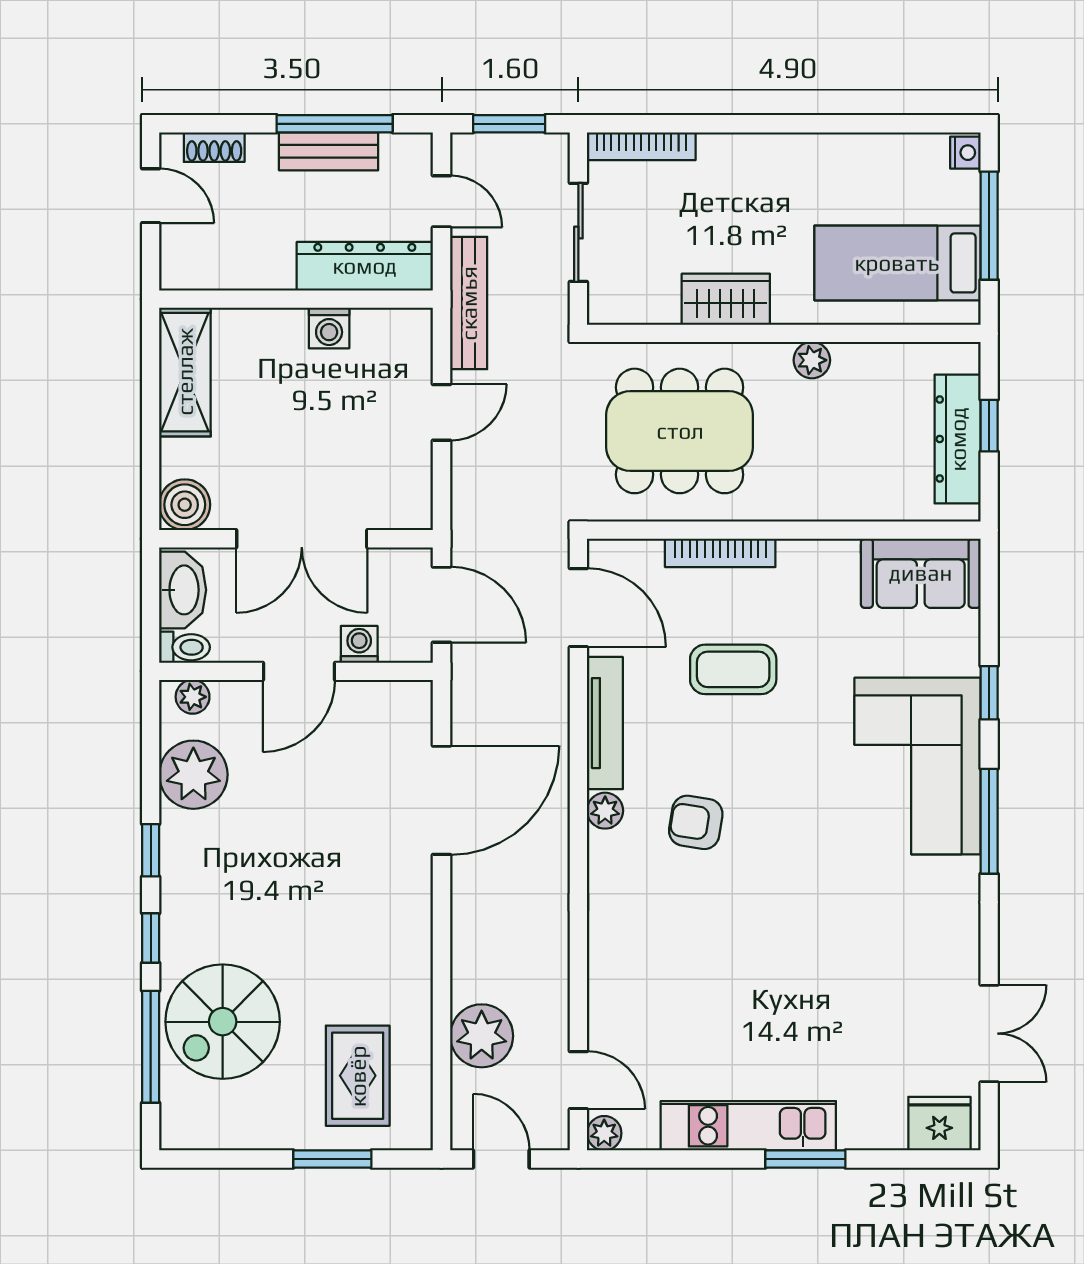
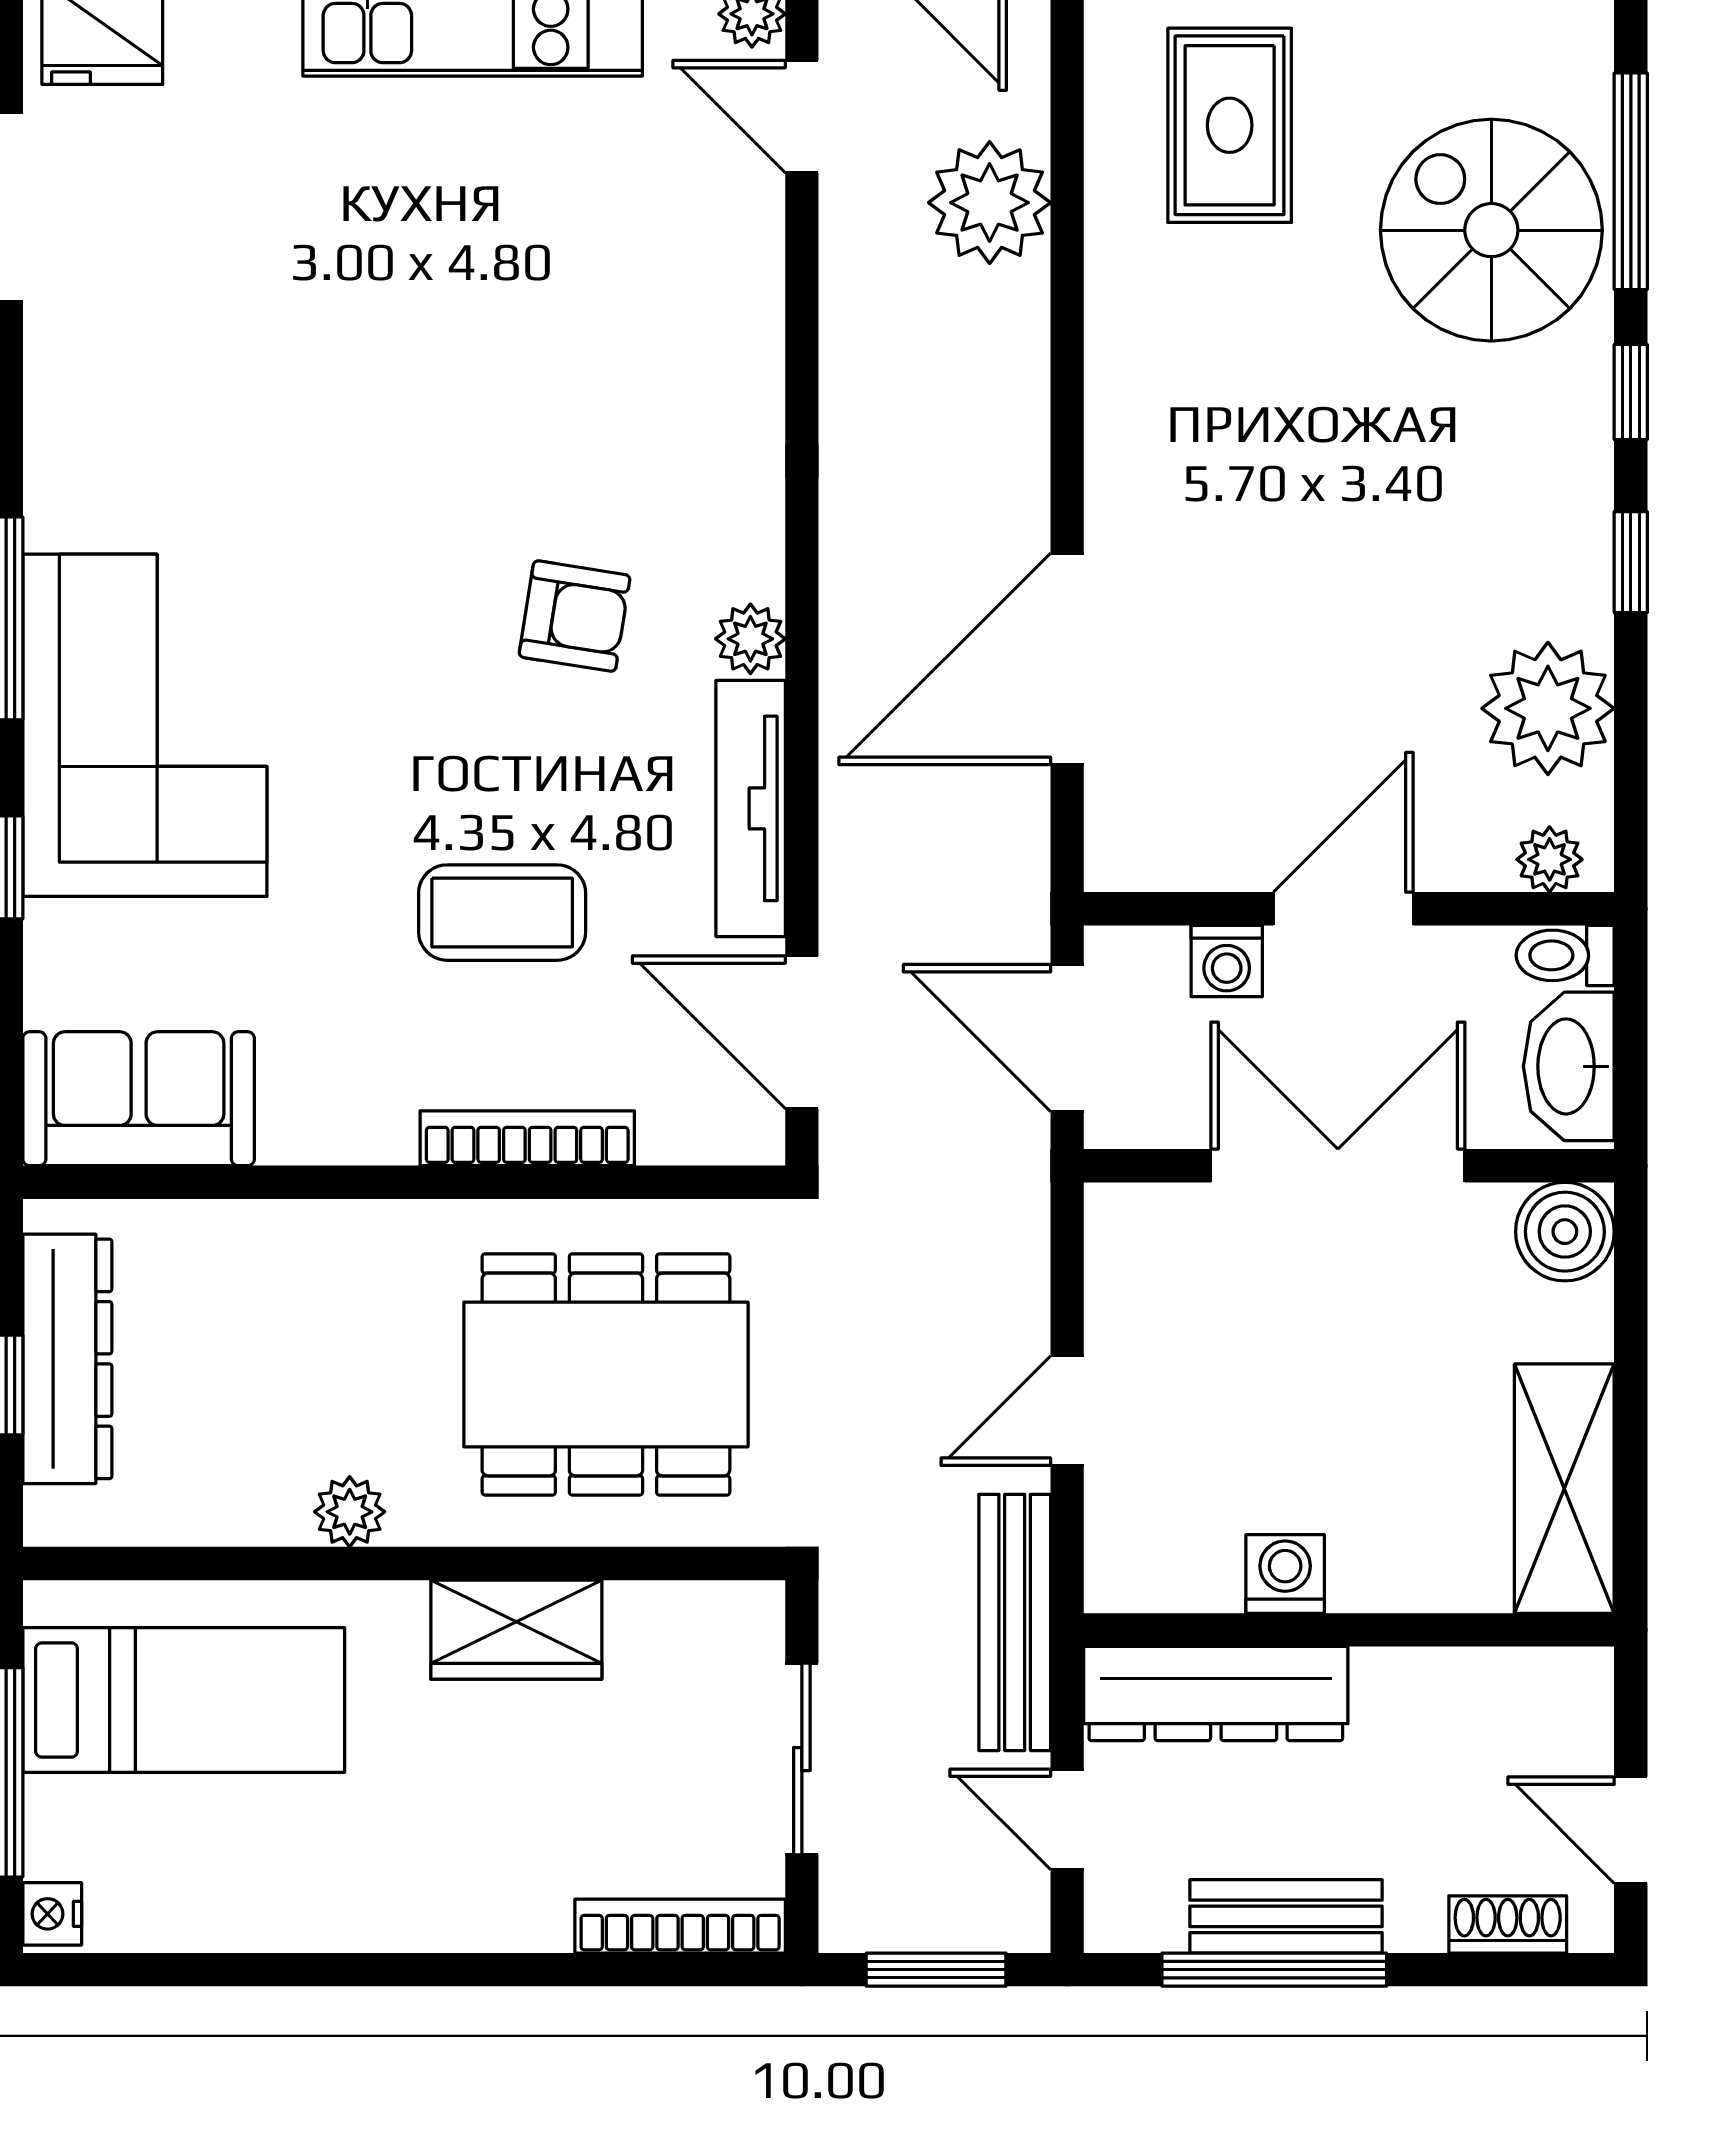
spiral stairs: (223, 1022) -> (1491, 230), turned -90

